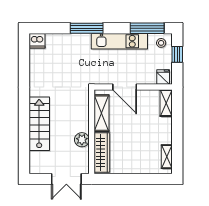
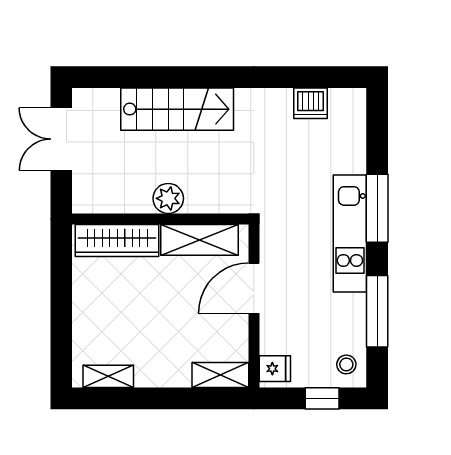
window: (147, 28) -> (377, 311), moved
dishwasher: (37, 41) -> (311, 103), moved, turned -90
kitchen unit: (119, 41) -> (350, 233), moved
plant: (82, 140) -> (168, 198), moved
double door: (66, 179) -> (61, 139), moved

